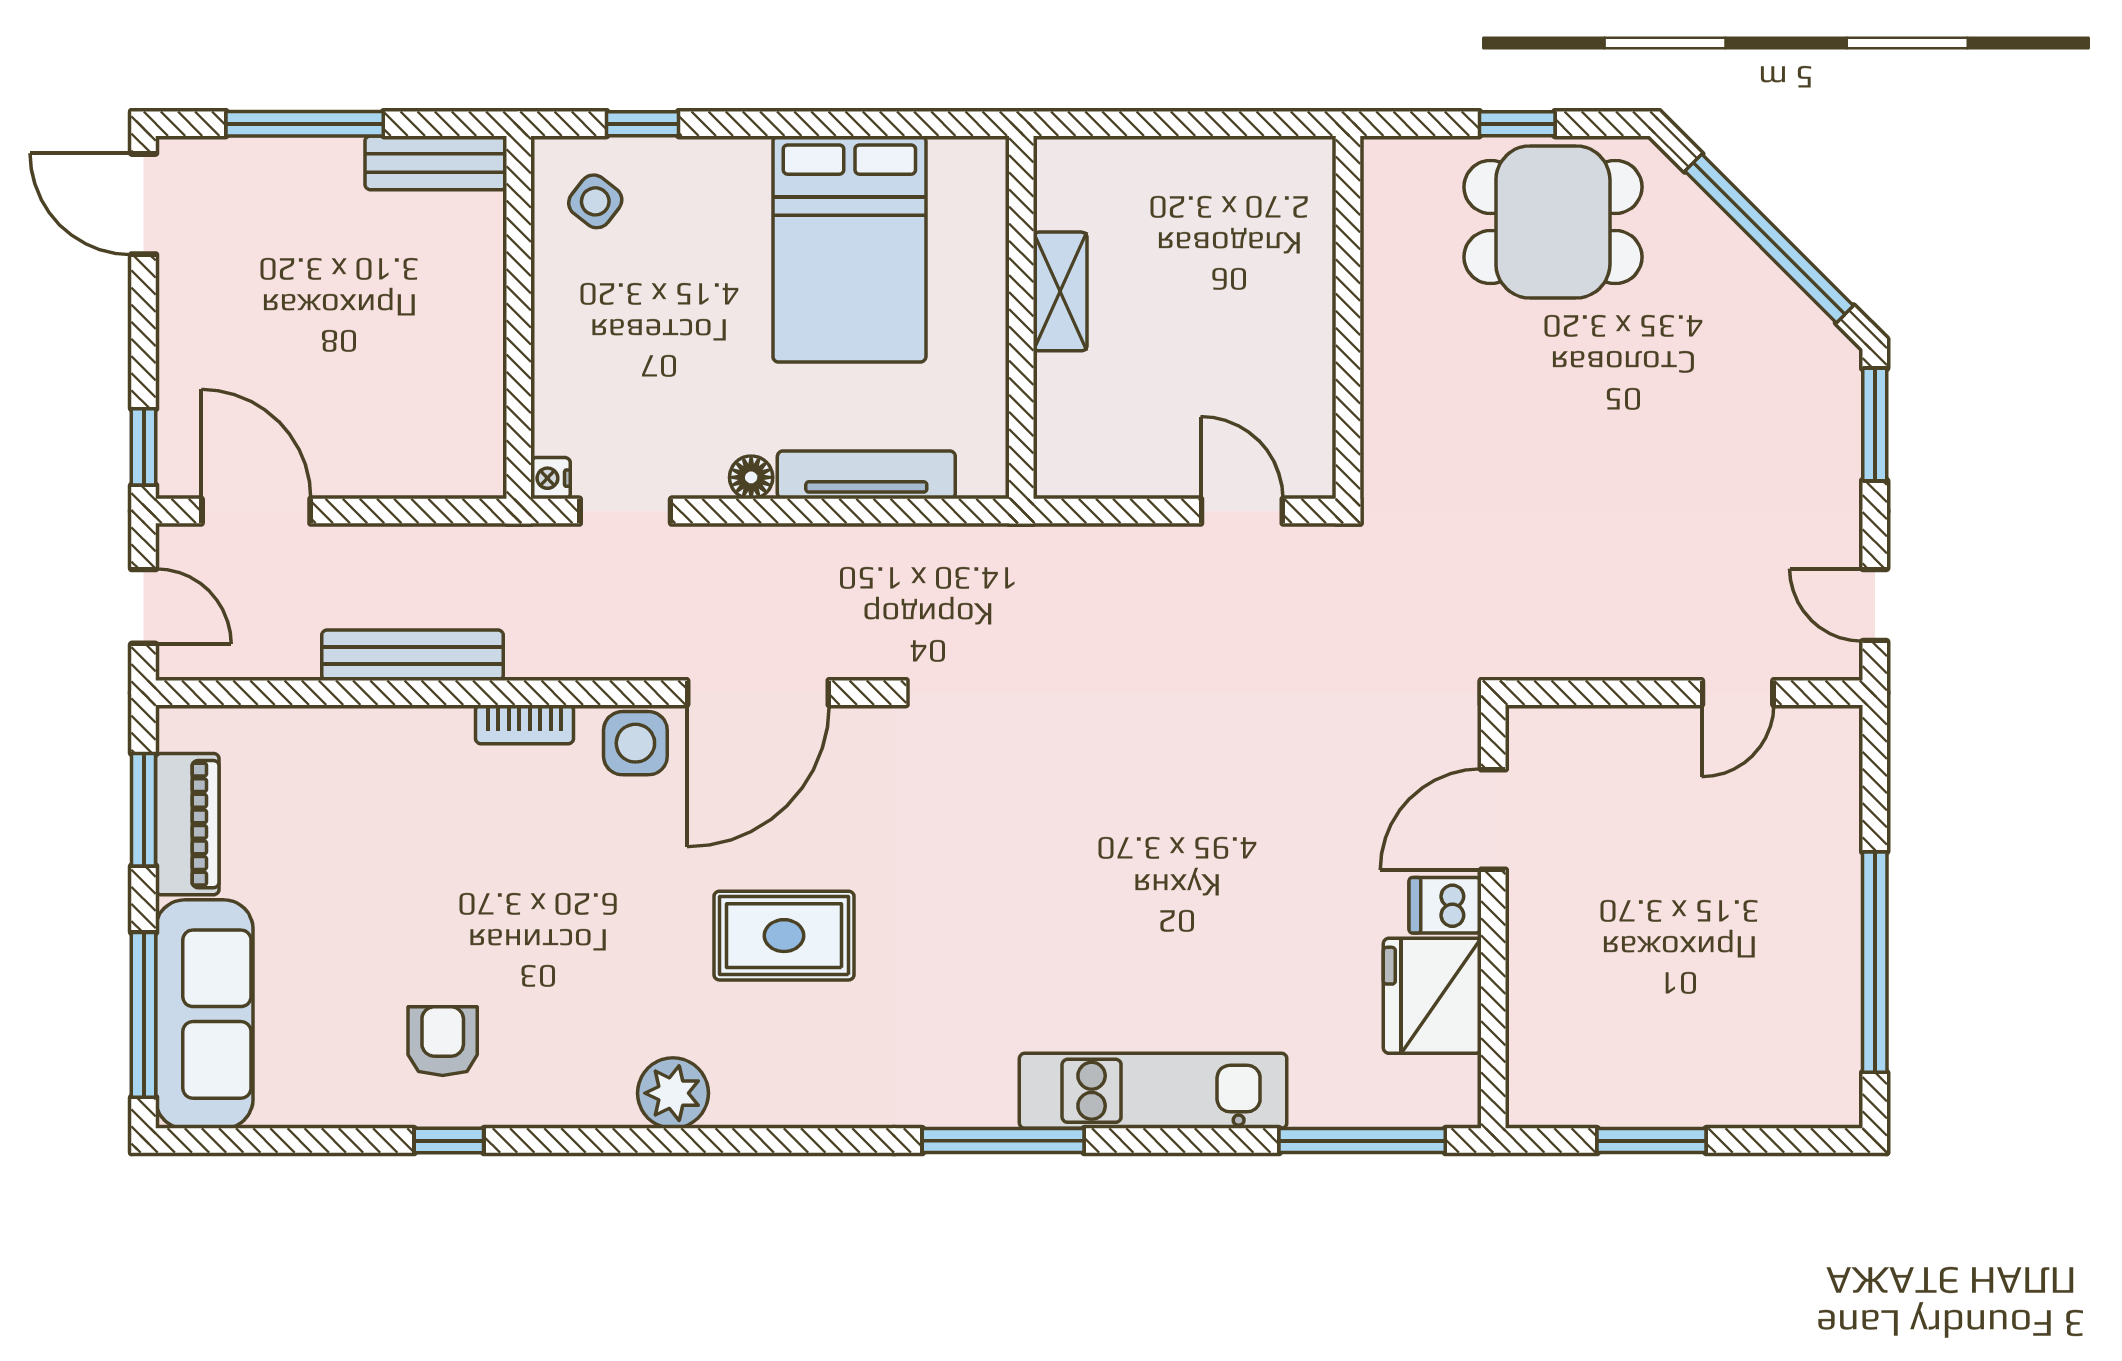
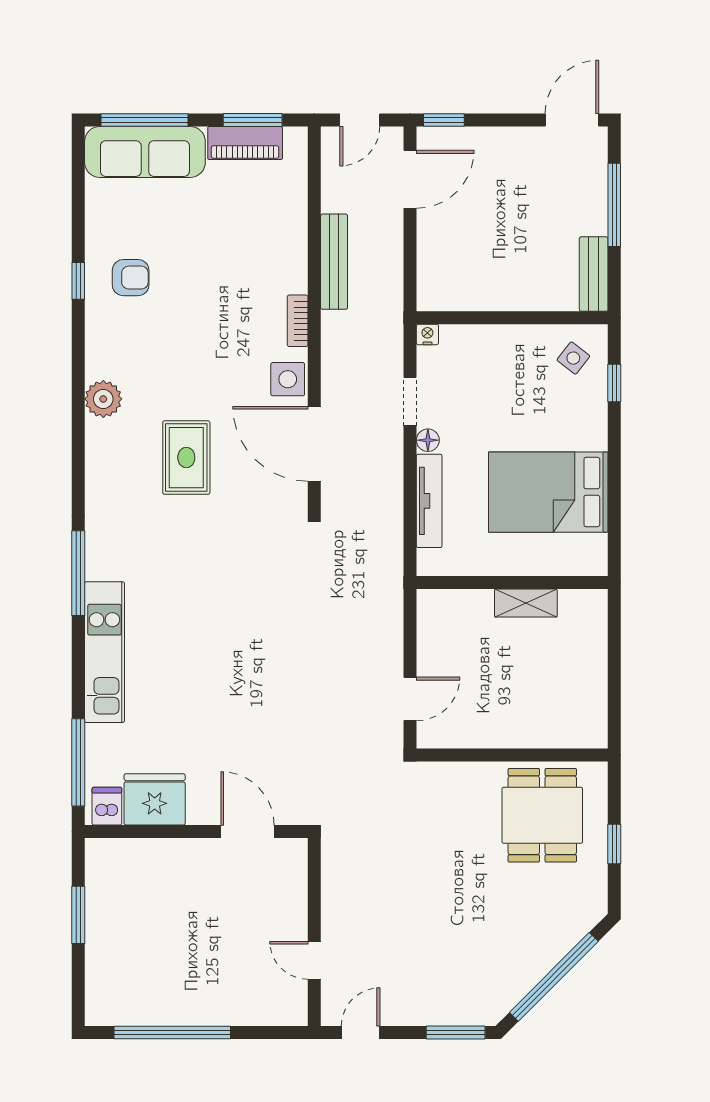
dining table: (1553, 222) -> (542, 815), moved
doorway: (625, 511) -> (410, 402), moved
dishwasher: (1445, 905) -> (107, 806), moved

